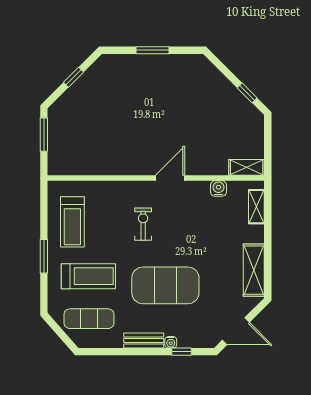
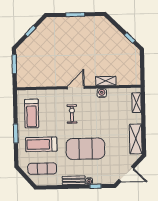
shelving: (247, 167) -> (106, 81), moved
door: (170, 178) -> (76, 88), moved
water cooler: (218, 189) -> (102, 93), moved
treadmill: (88, 276) -> (41, 144), turned 180

